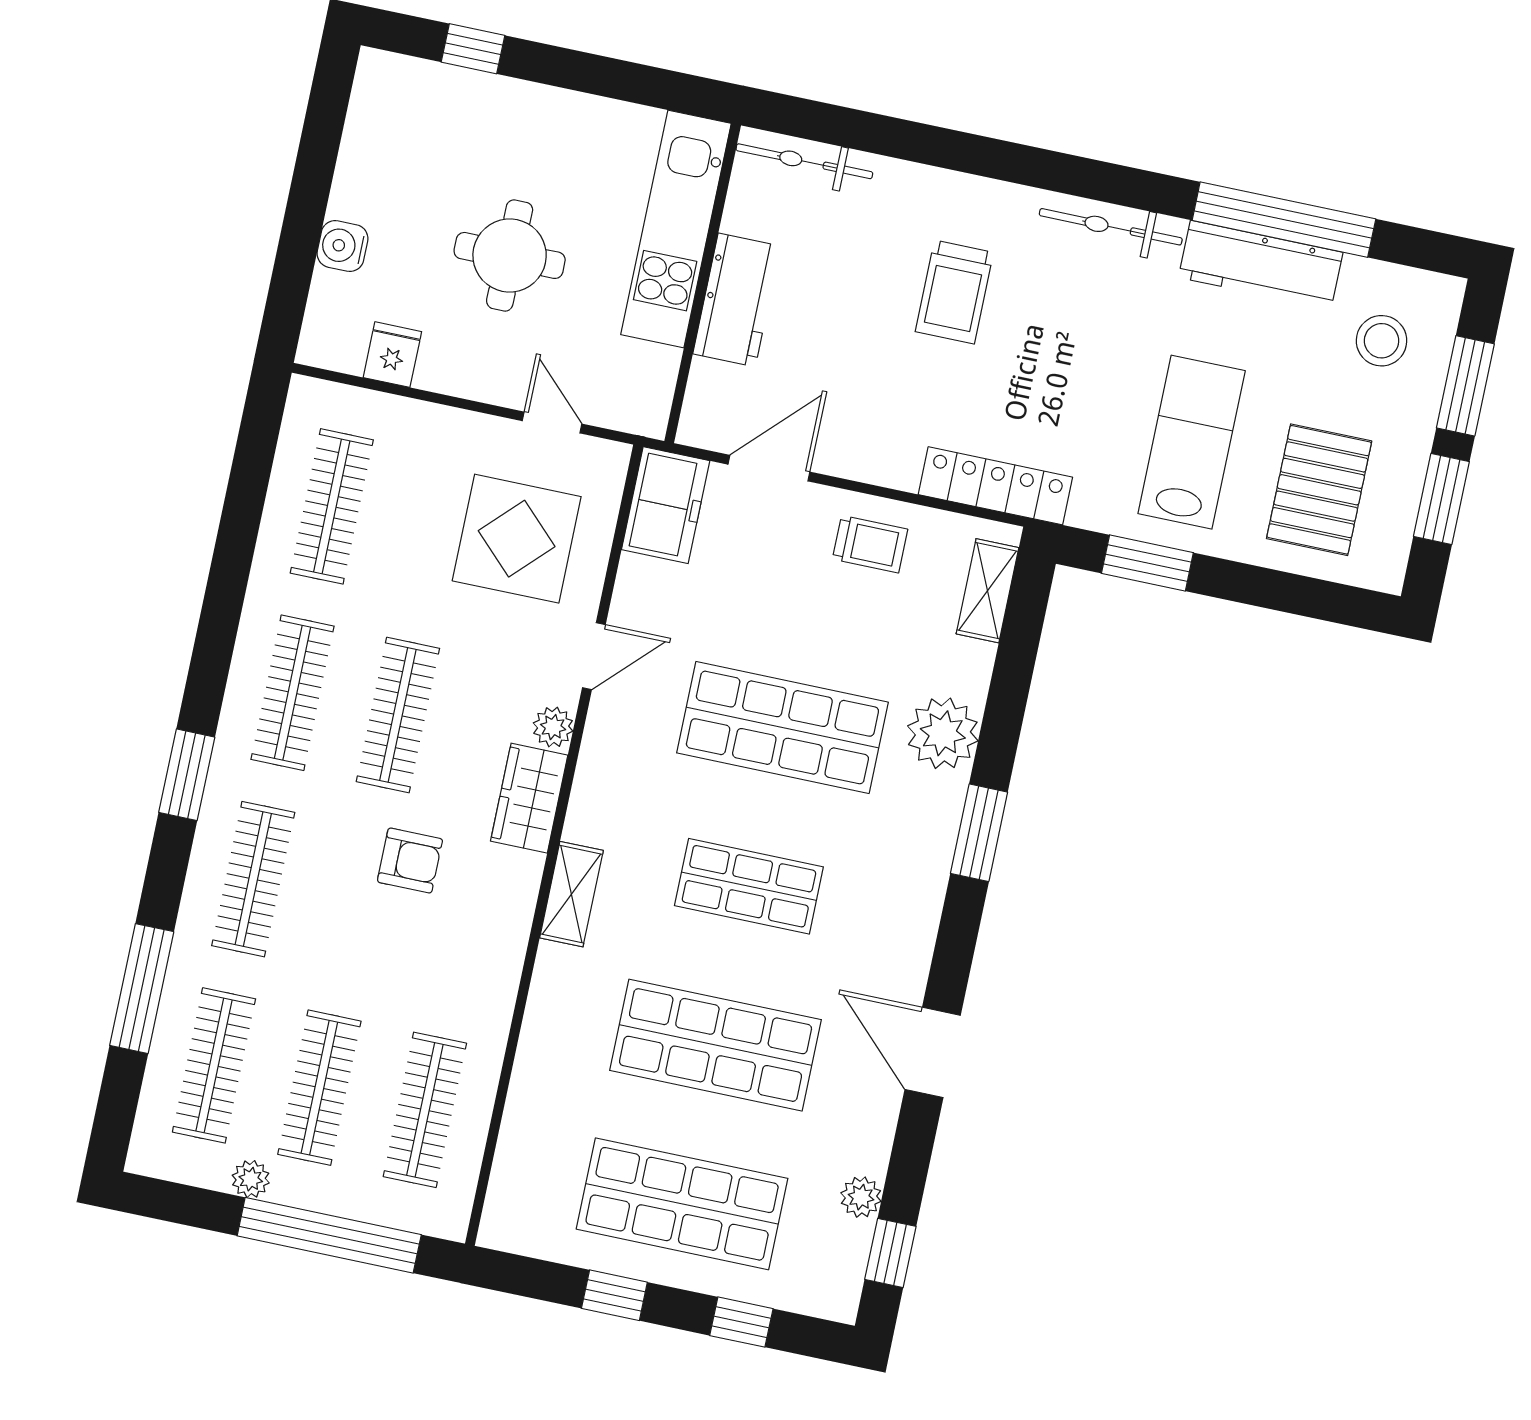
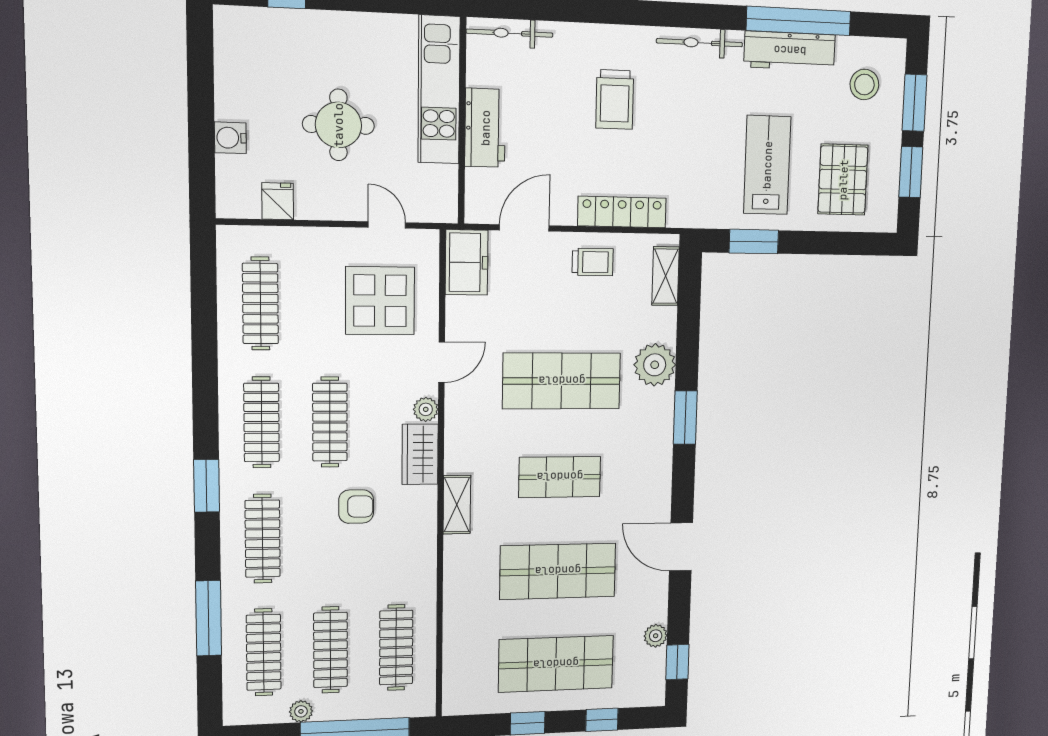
locker: (995, 486) -> (622, 212), moved

